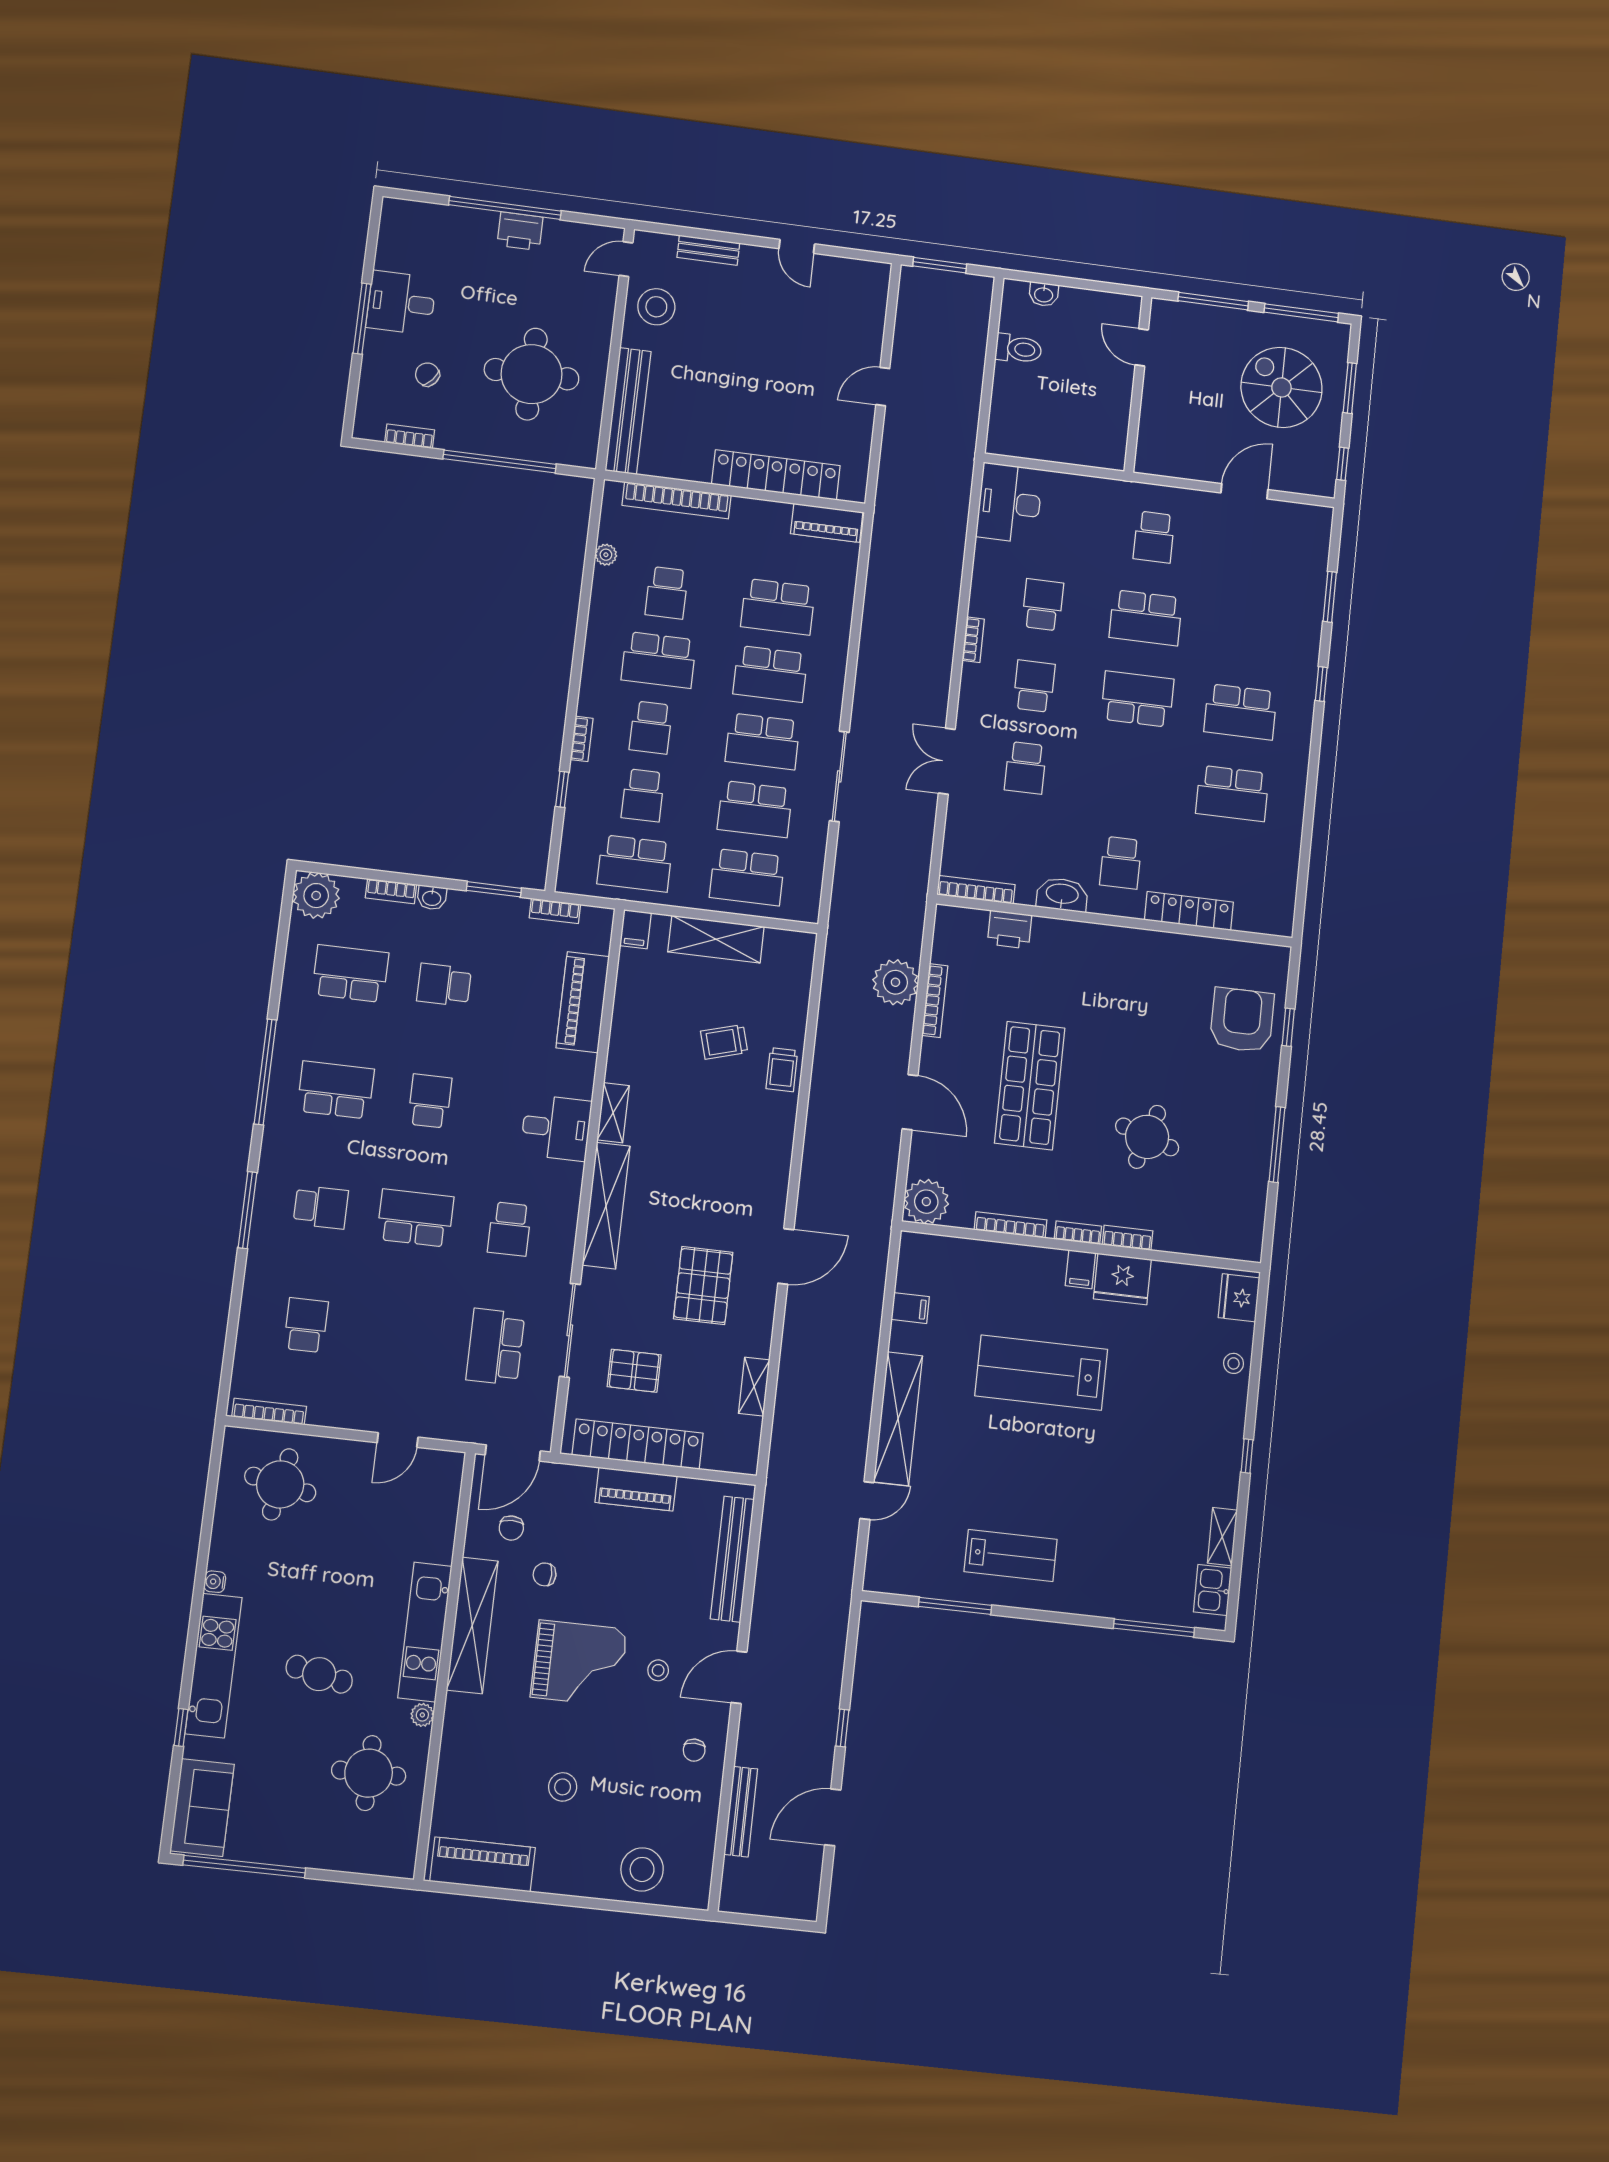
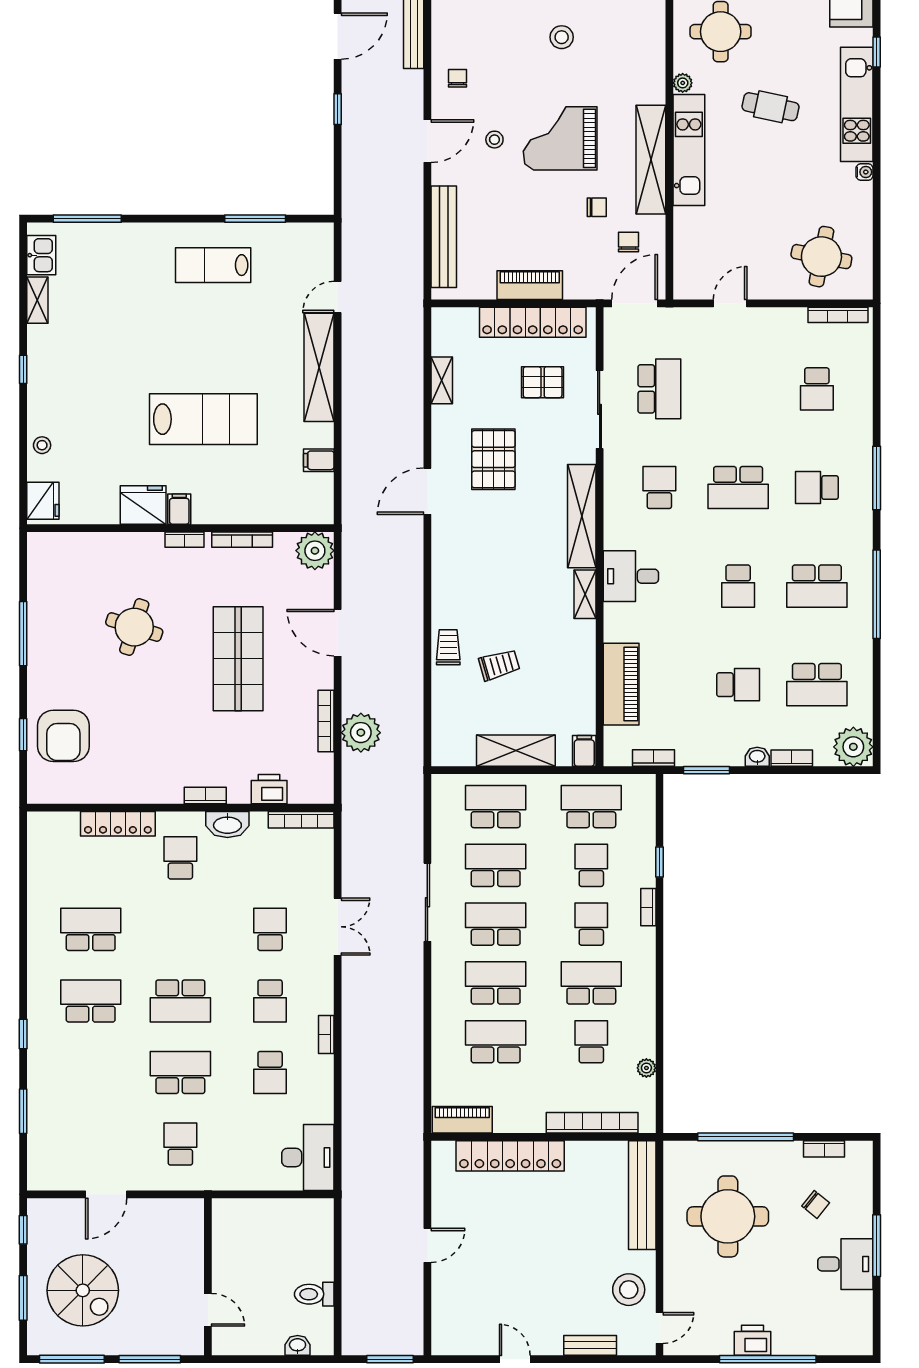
bookcase: (1127, 1238) -> (205, 795), moved, turned 180

